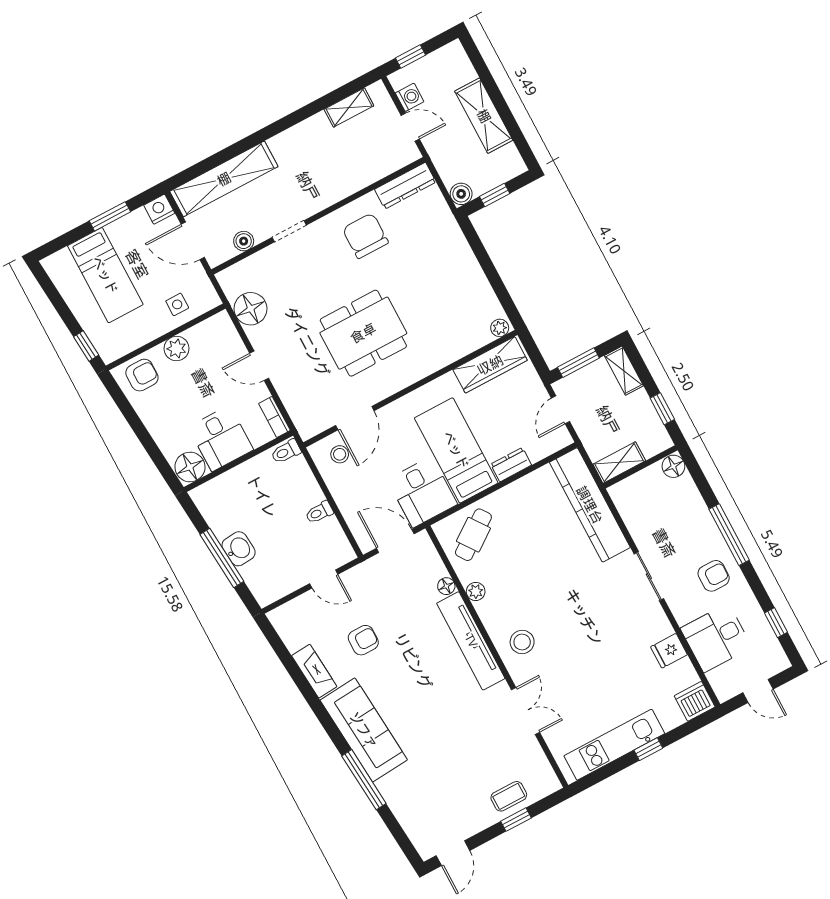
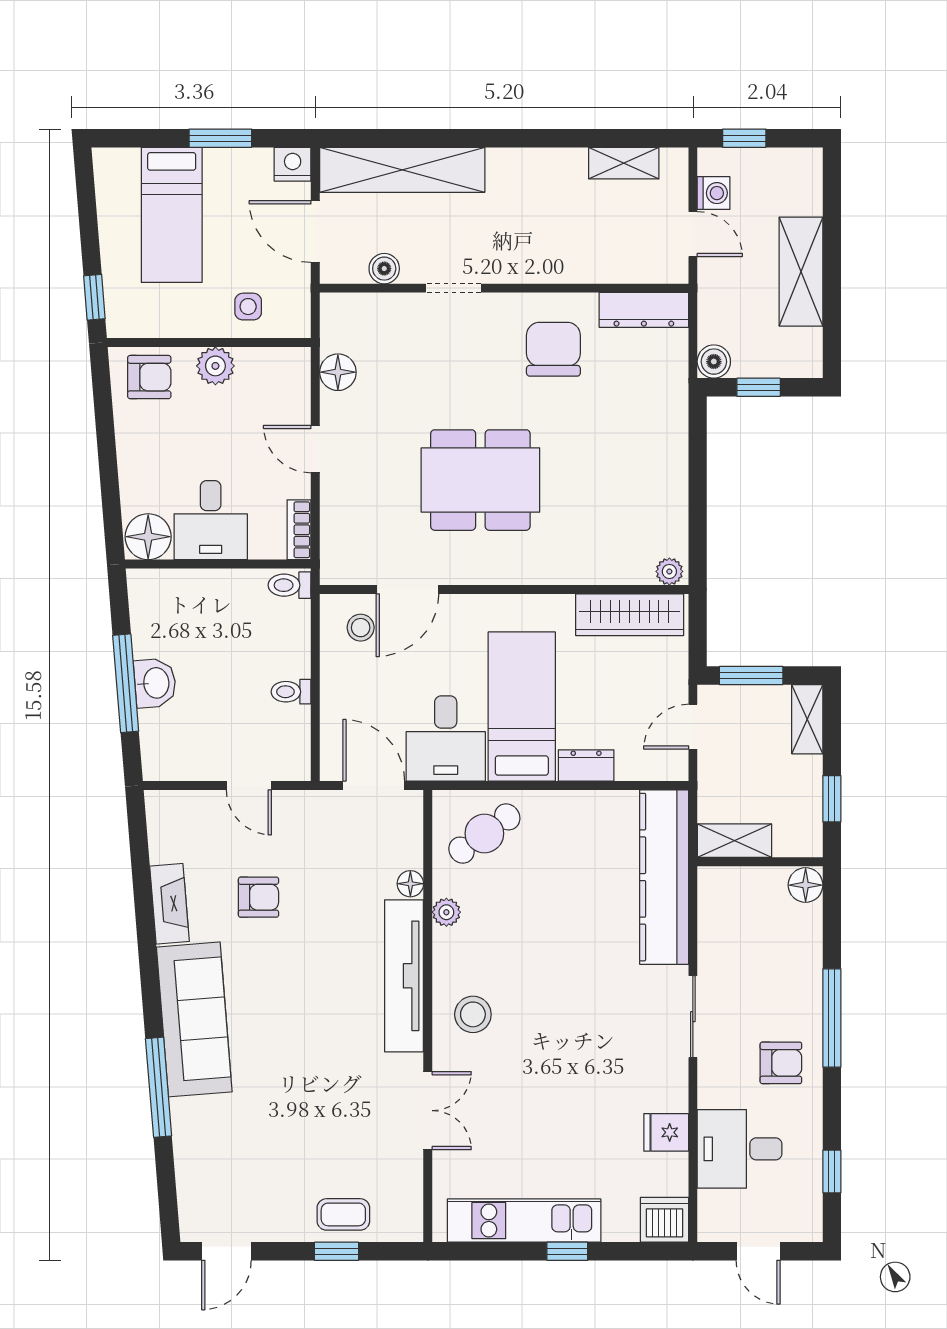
floor lamp: (251, 309) -> (338, 372), width x0.73, depth x0.73

